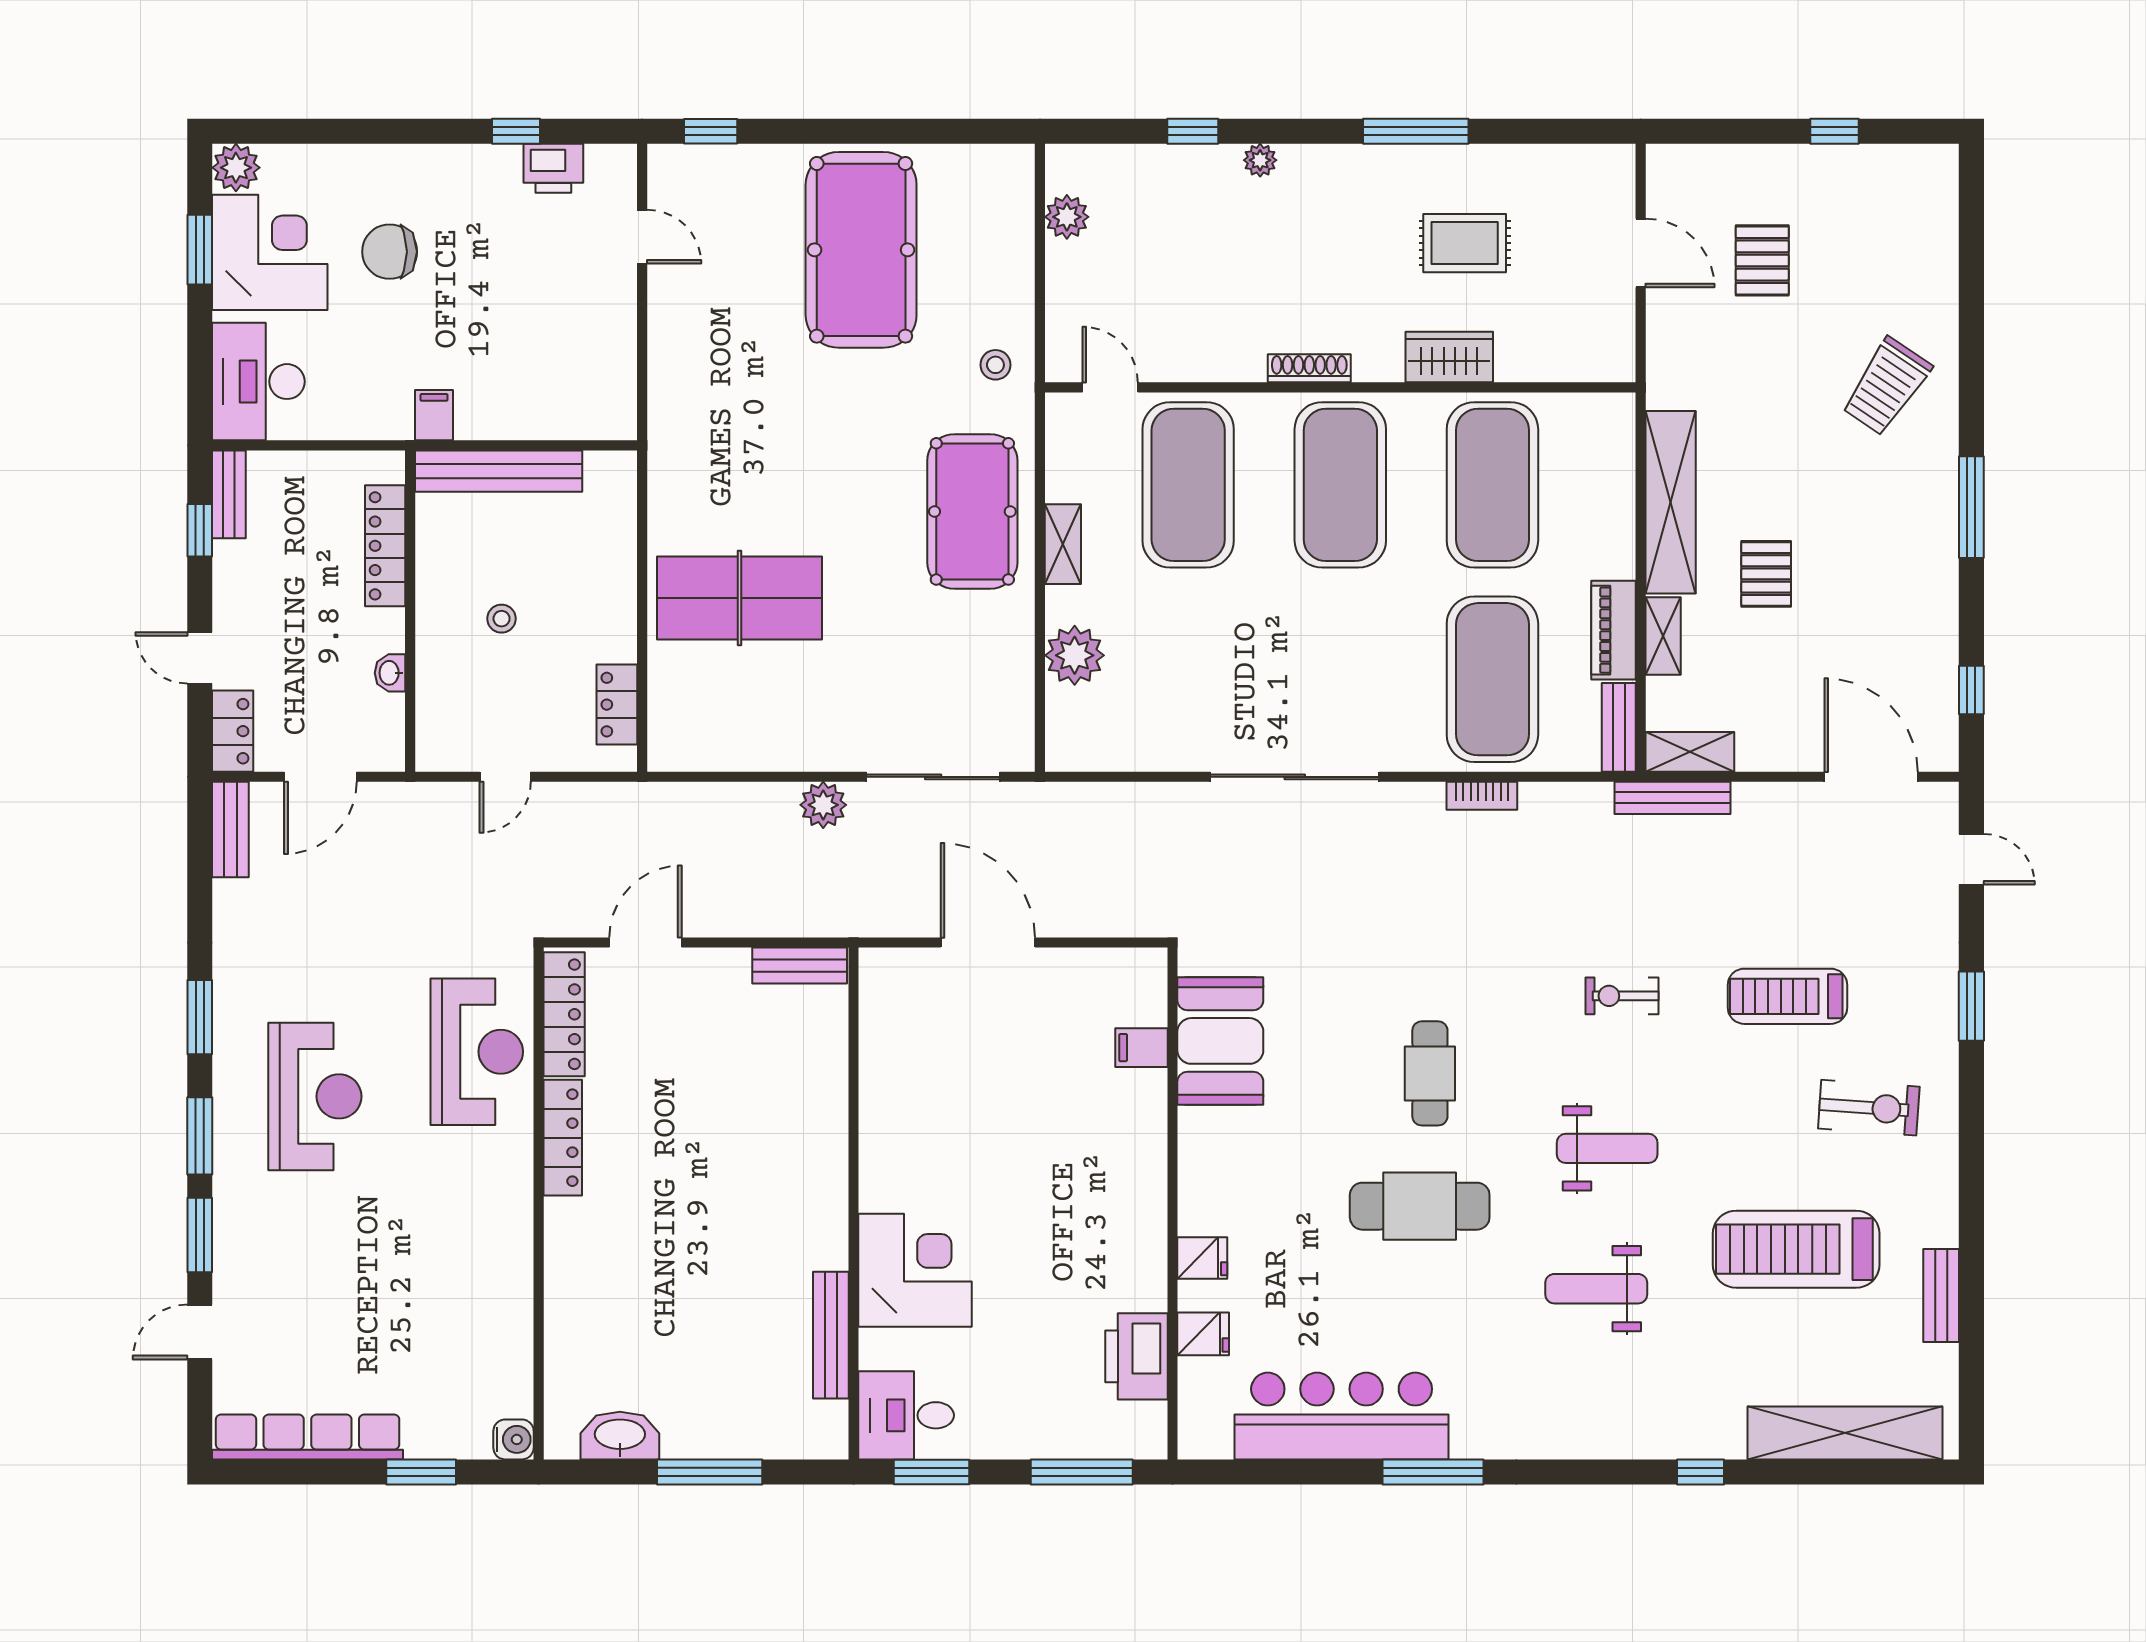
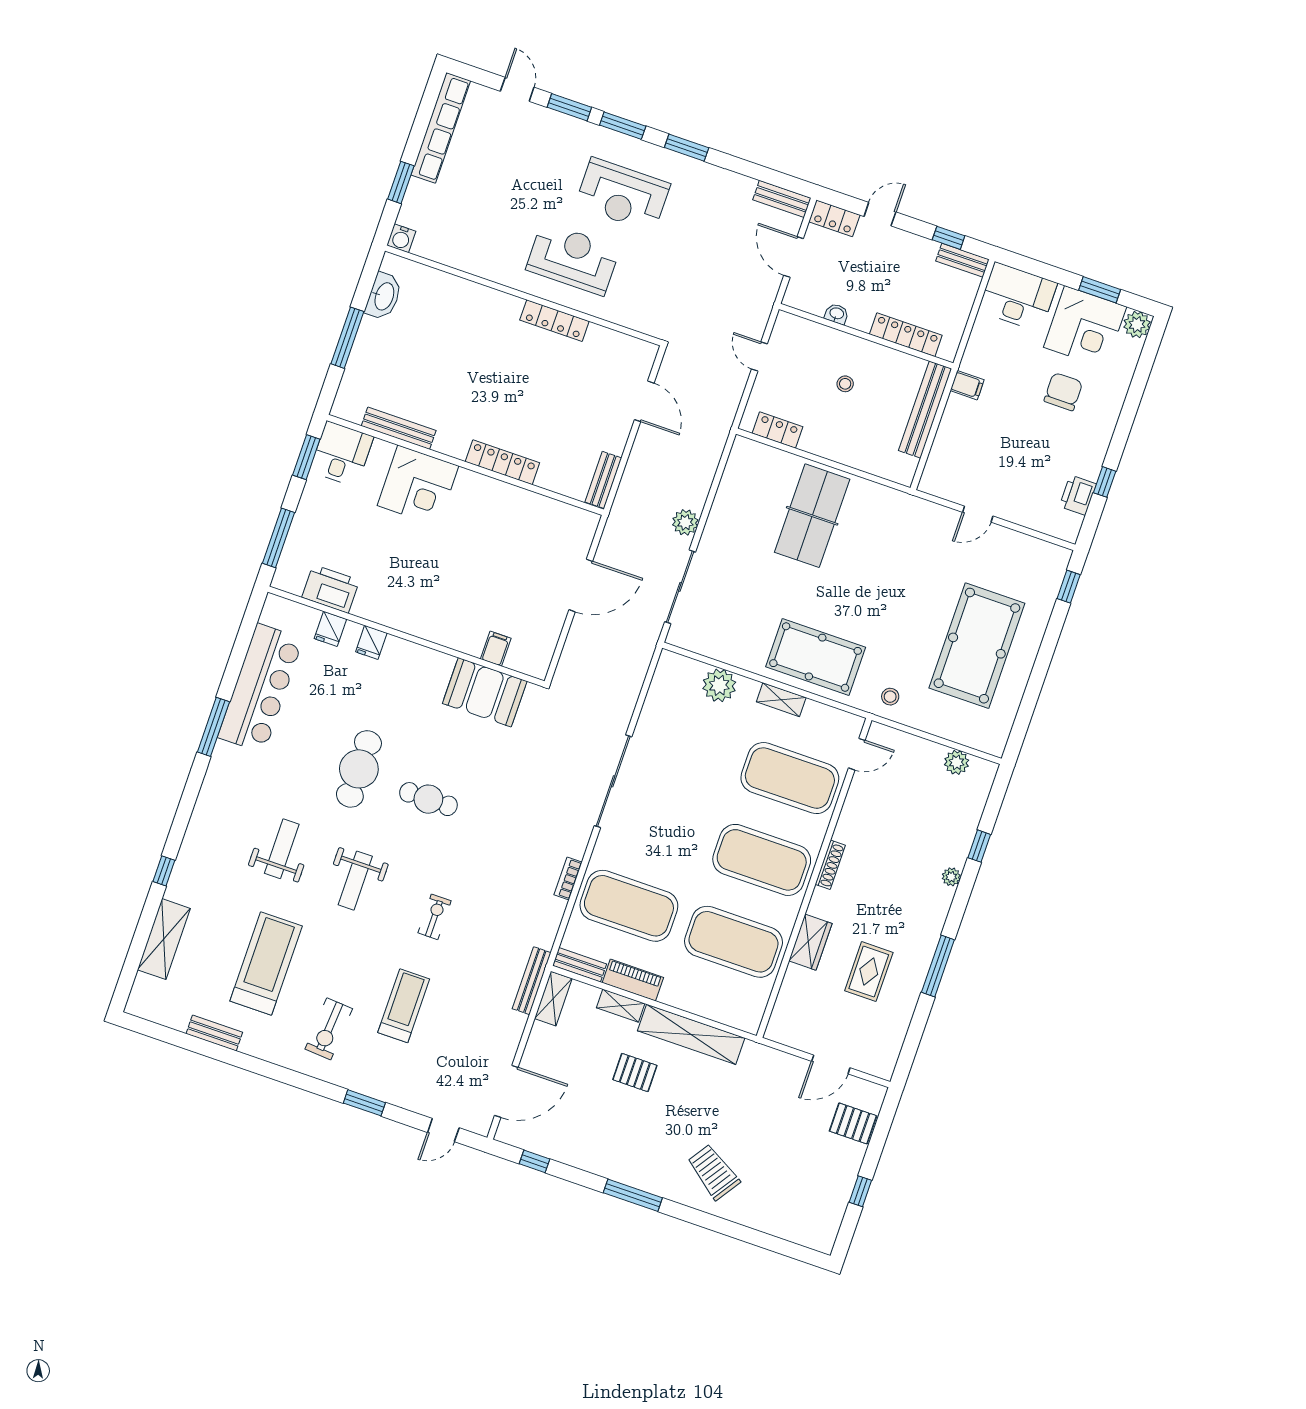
door: (642, 237) -> (978, 514), moved
pool table: (861, 250) -> (977, 646), turned 90
pallet: (1762, 260) -> (853, 1123), moved
locker: (564, 1014) -> (502, 462), moved, turned 180
reception desk: (477, 1052) -> (573, 259), moved, turned 180
shelving: (1845, 1433) -> (164, 939), width x0.68

